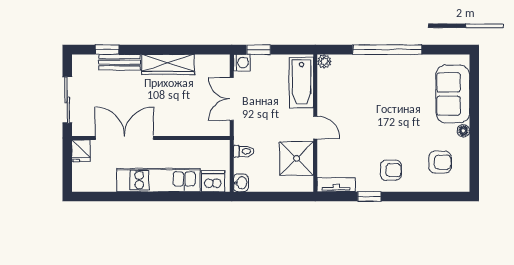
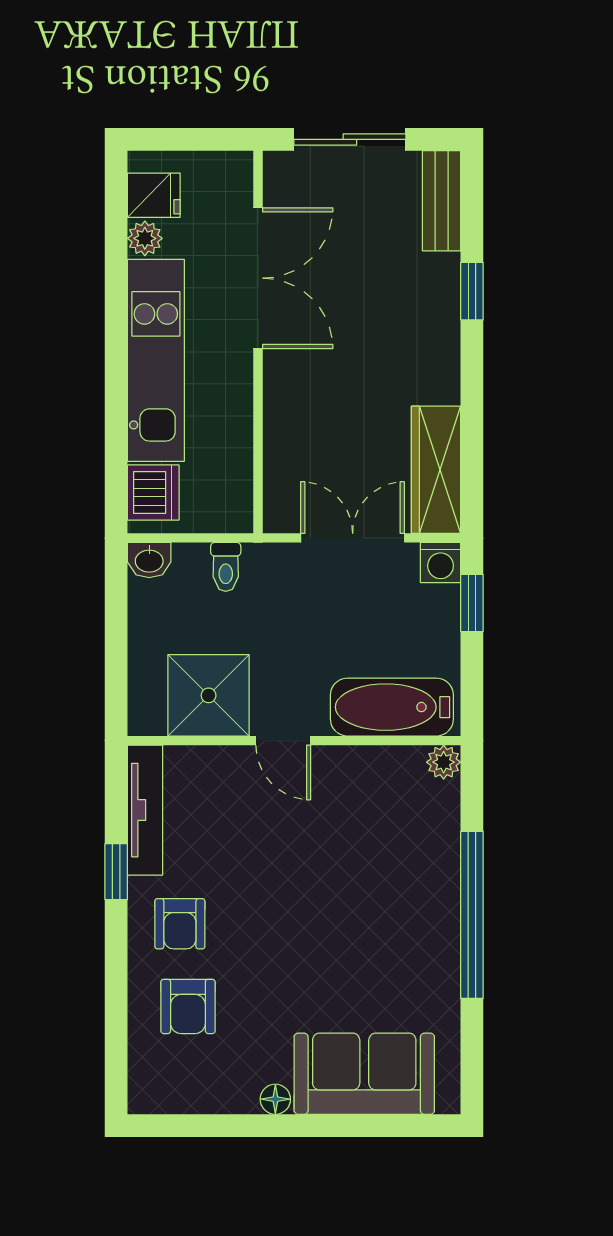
window: (107, 50) -> (472, 291), moved
bench: (120, 62) -> (442, 201), moved
wardrobe: (168, 64) -> (436, 470), moved
door: (315, 127) -> (283, 741), hinge flipped
fridge: (81, 151) -> (154, 195), moved, turned 180
armchair: (440, 162) -> (188, 1006), moved
plant: (108, 185) -> (145, 238), added
tv unit: (336, 185) -> (145, 810), width x1.41

